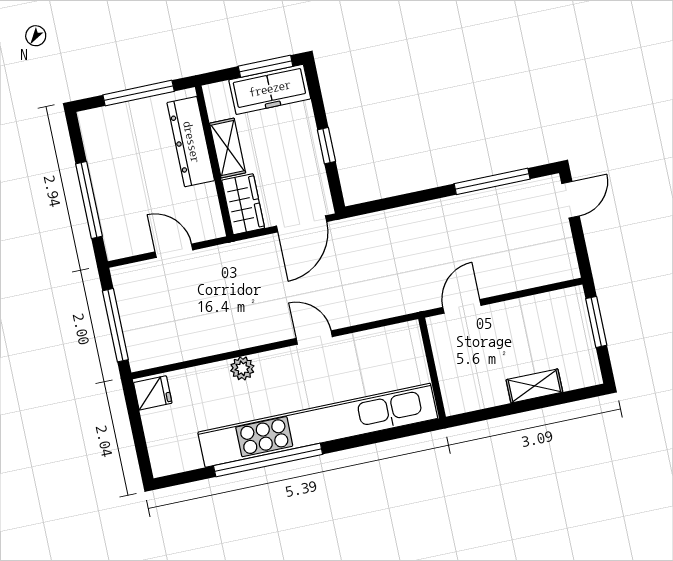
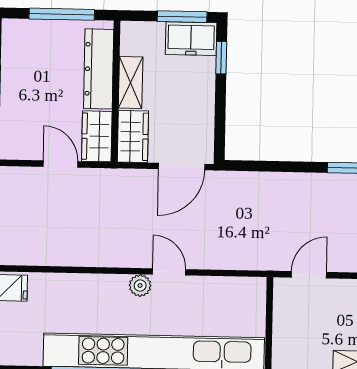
freezer: (270, 89) -> (191, 39), width x0.71
window: (326, 146) -> (221, 58), moved
wardrobe: (205, 213) -> (97, 136), added
plant: (242, 368) -> (140, 285), moved

